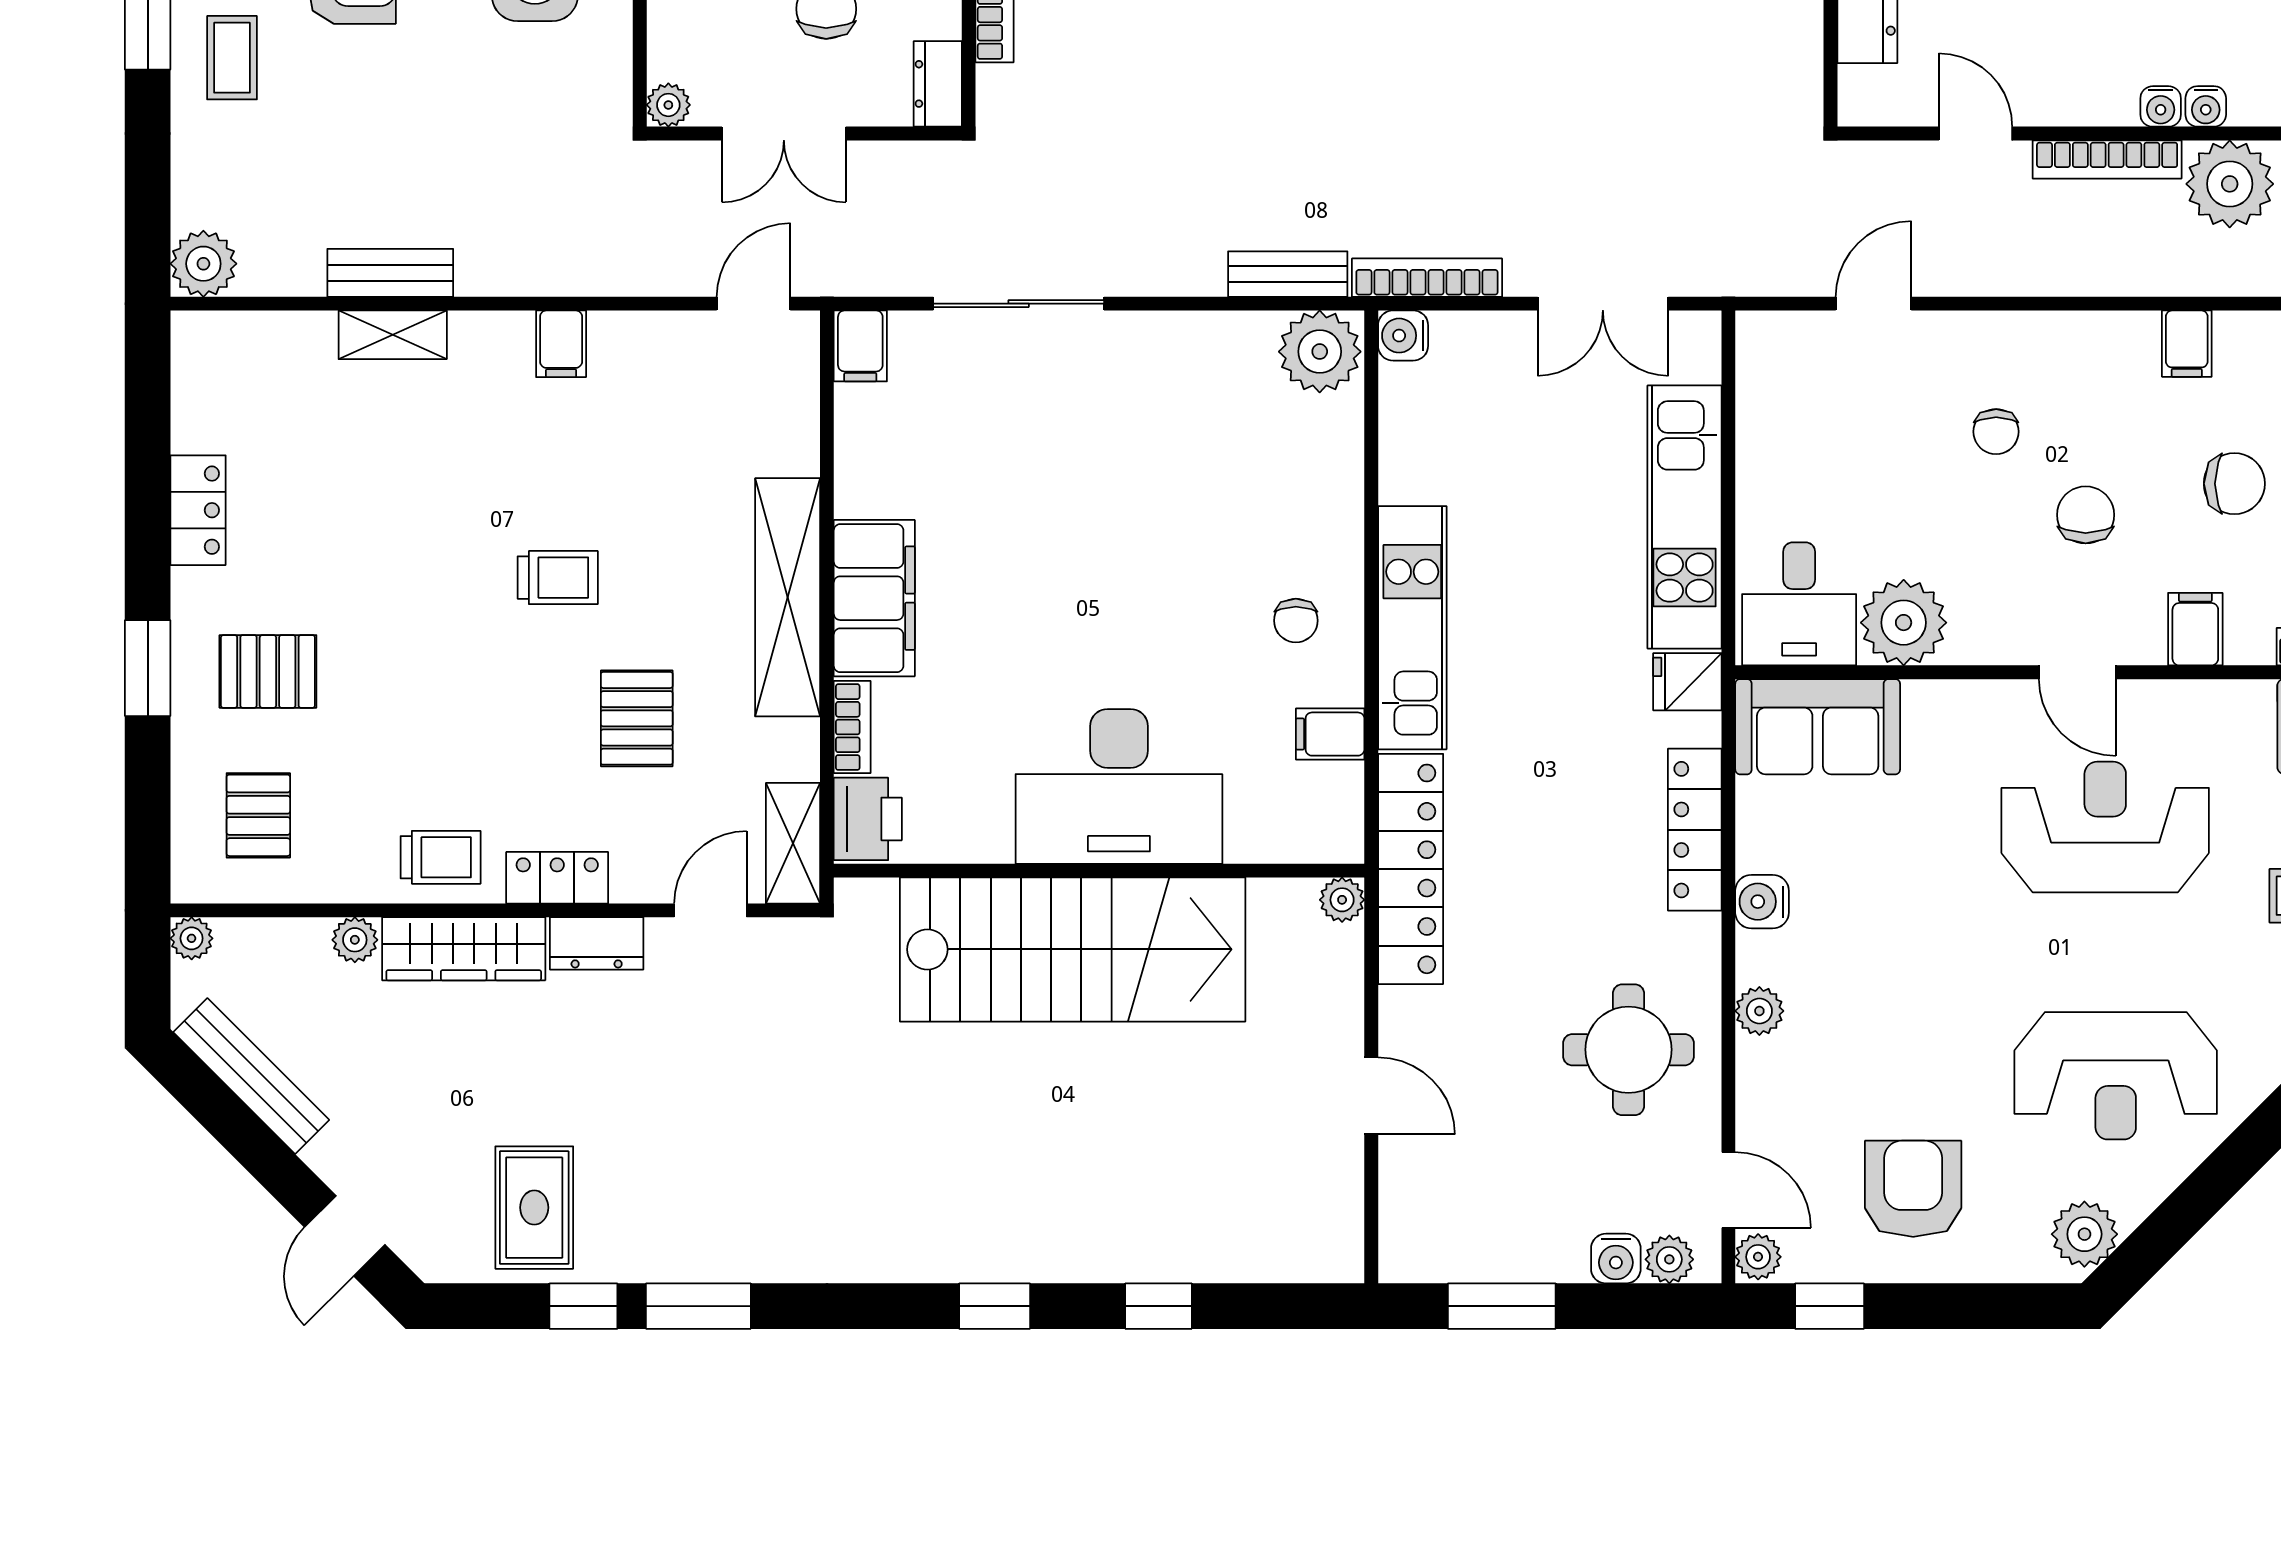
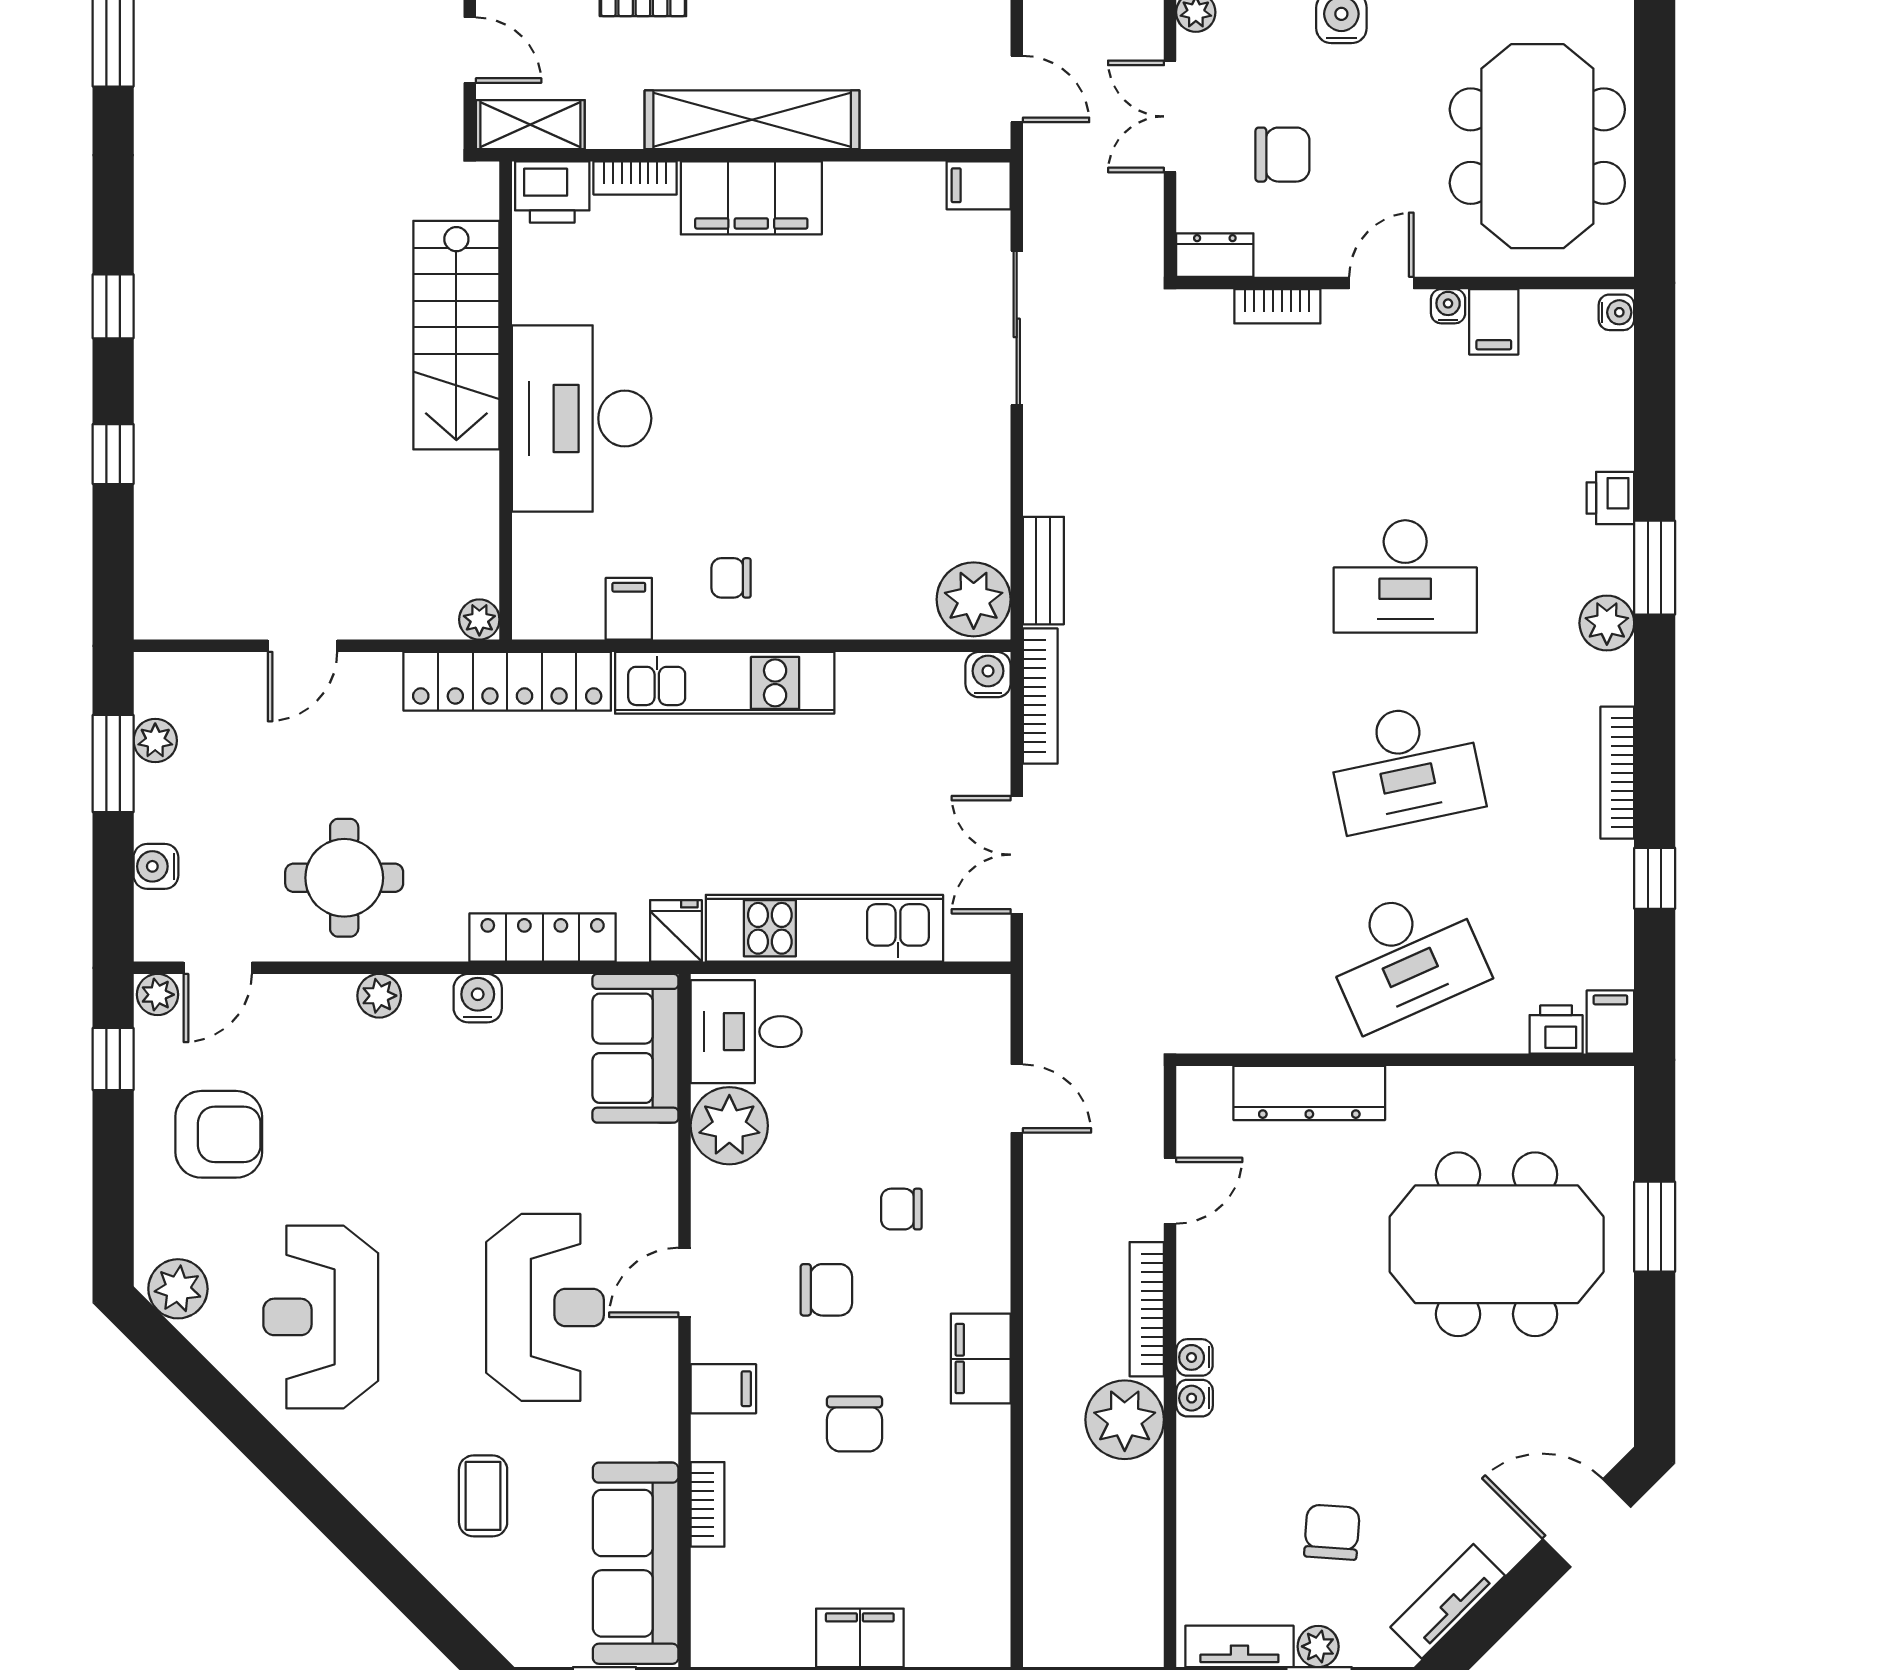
filing cabinet: (2187, 344) -> (981, 1359), width x2.00
stairs: (1073, 949) -> (456, 335), width x0.73, depth x0.66
plant: (1669, 1259) -> (155, 741), moved

